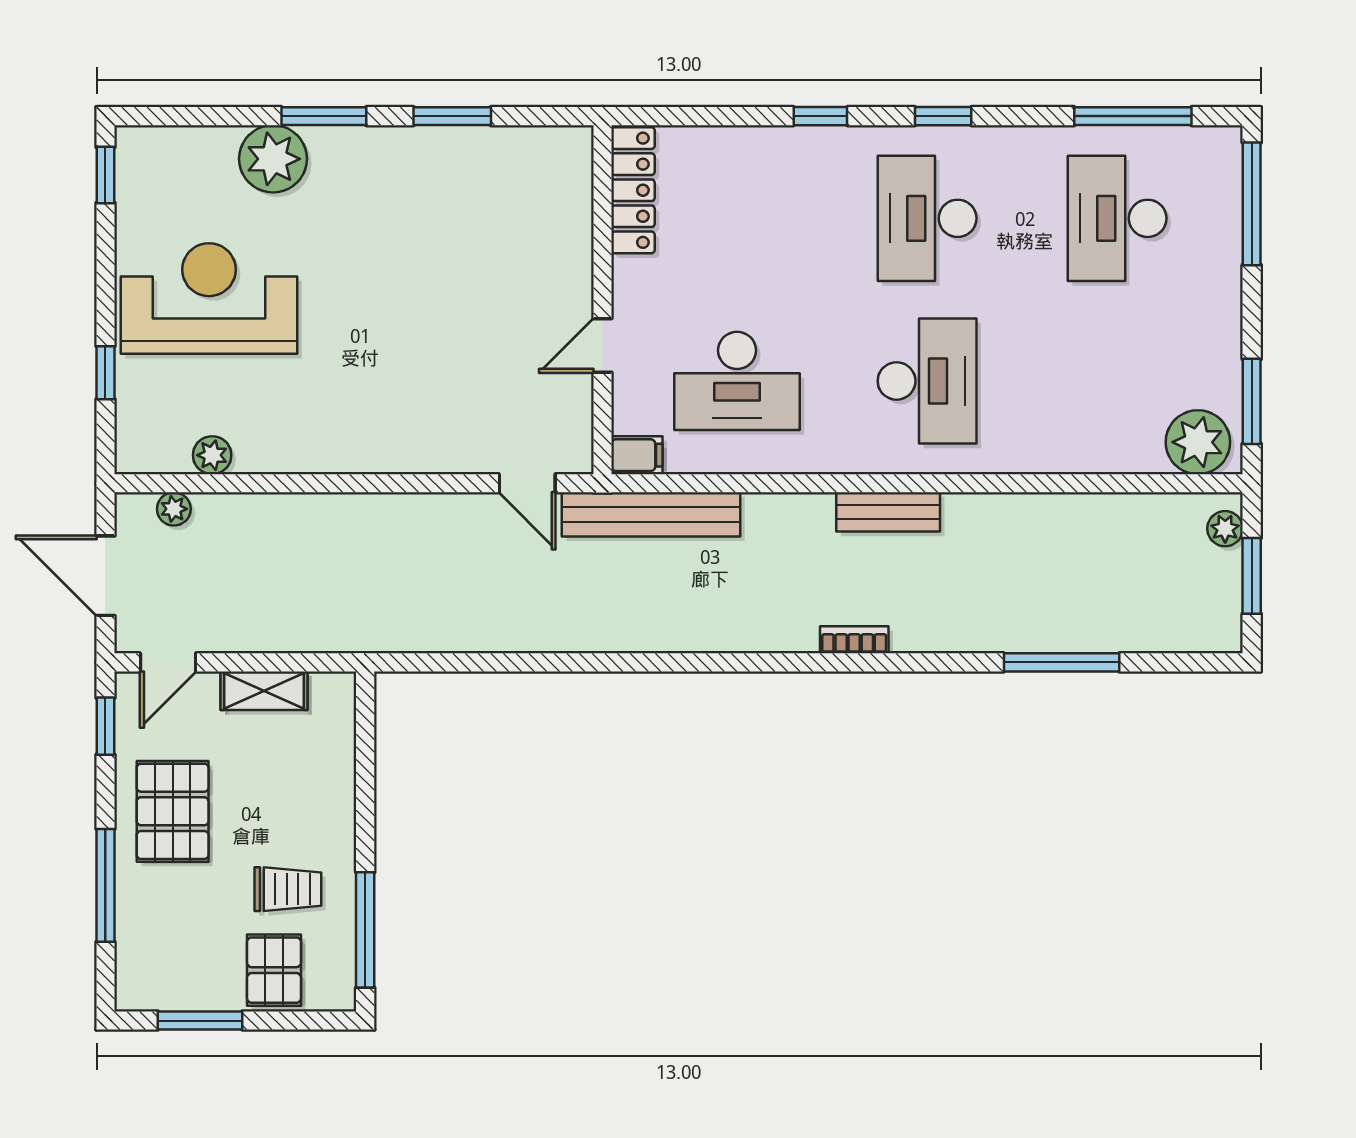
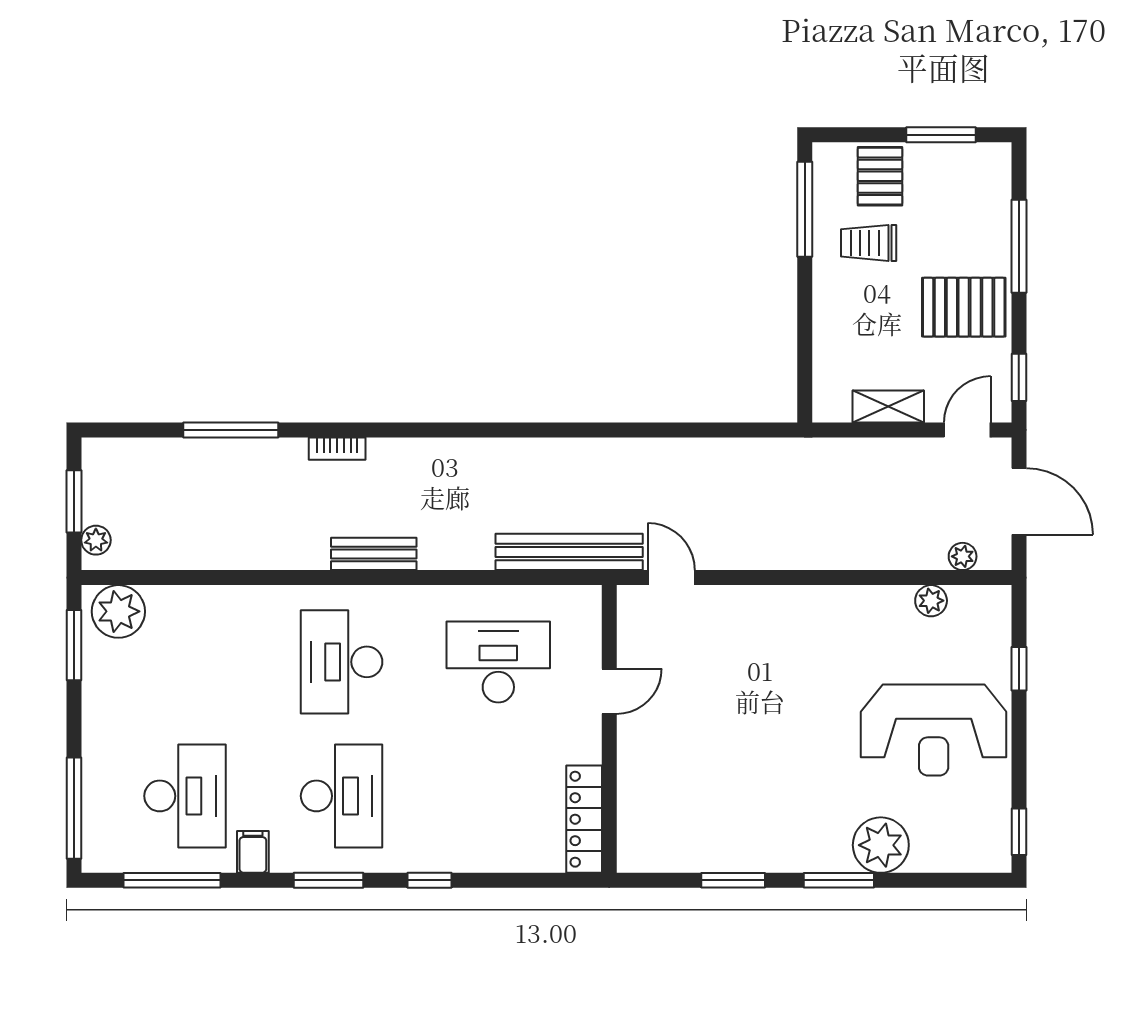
window: (943, 116) -> (328, 880), width x1.50
filing cabinet: (637, 455) -> (253, 852), moved, turned 90
bookcase: (854, 640) -> (337, 449), moved
pallet: (173, 811) -> (964, 307), turned 90

